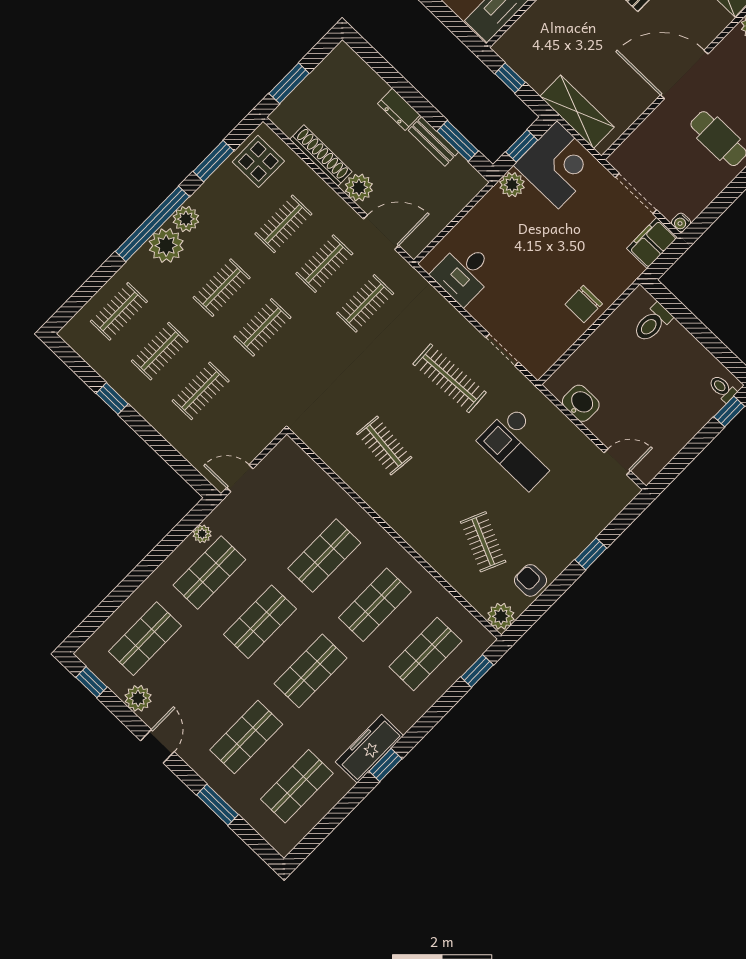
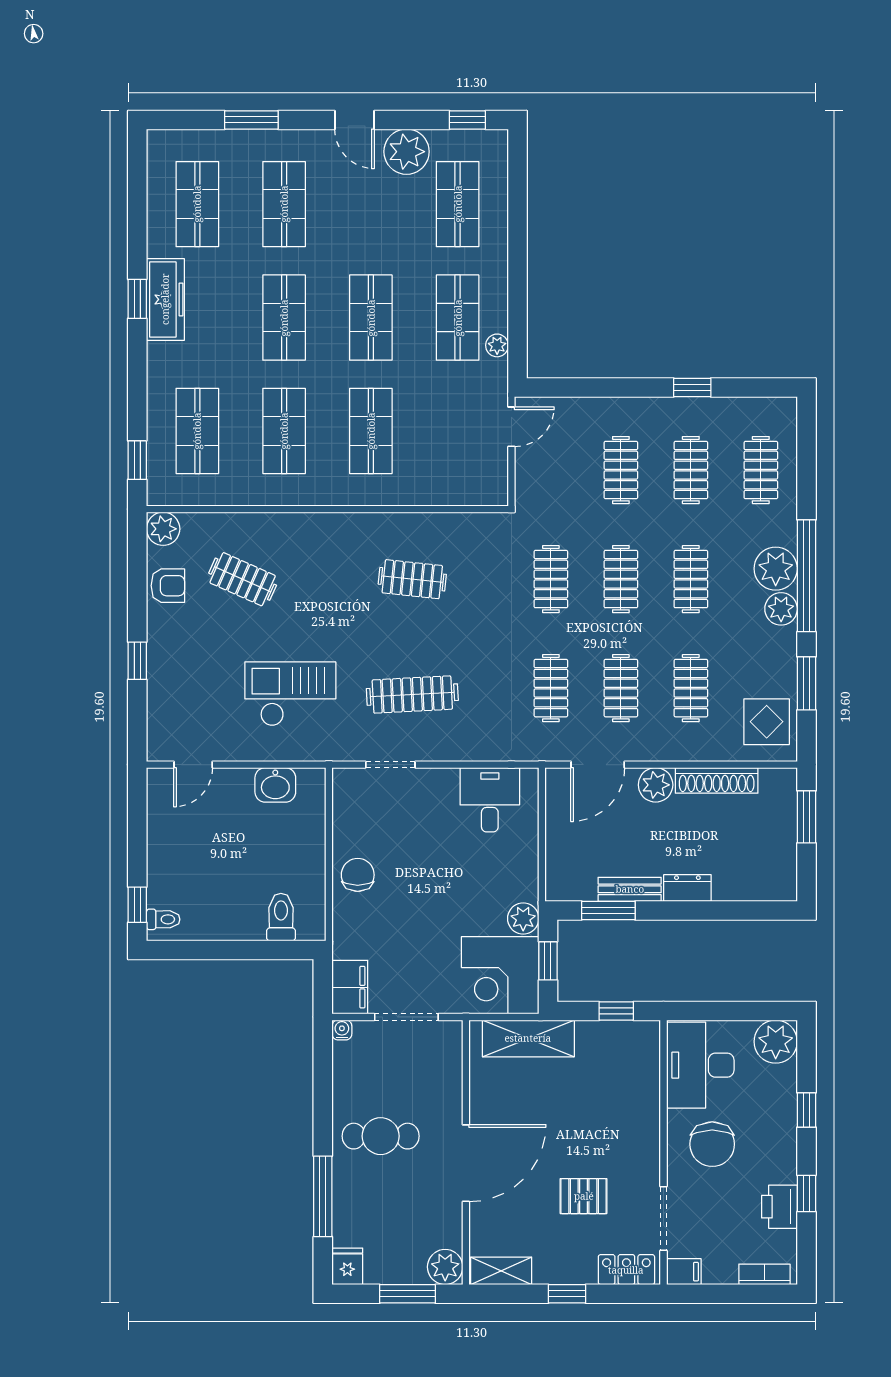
clothes rail: (303, 367) -> (551, 579), added
plant: (138, 698) -> (407, 152), width x1.36, depth x1.36

